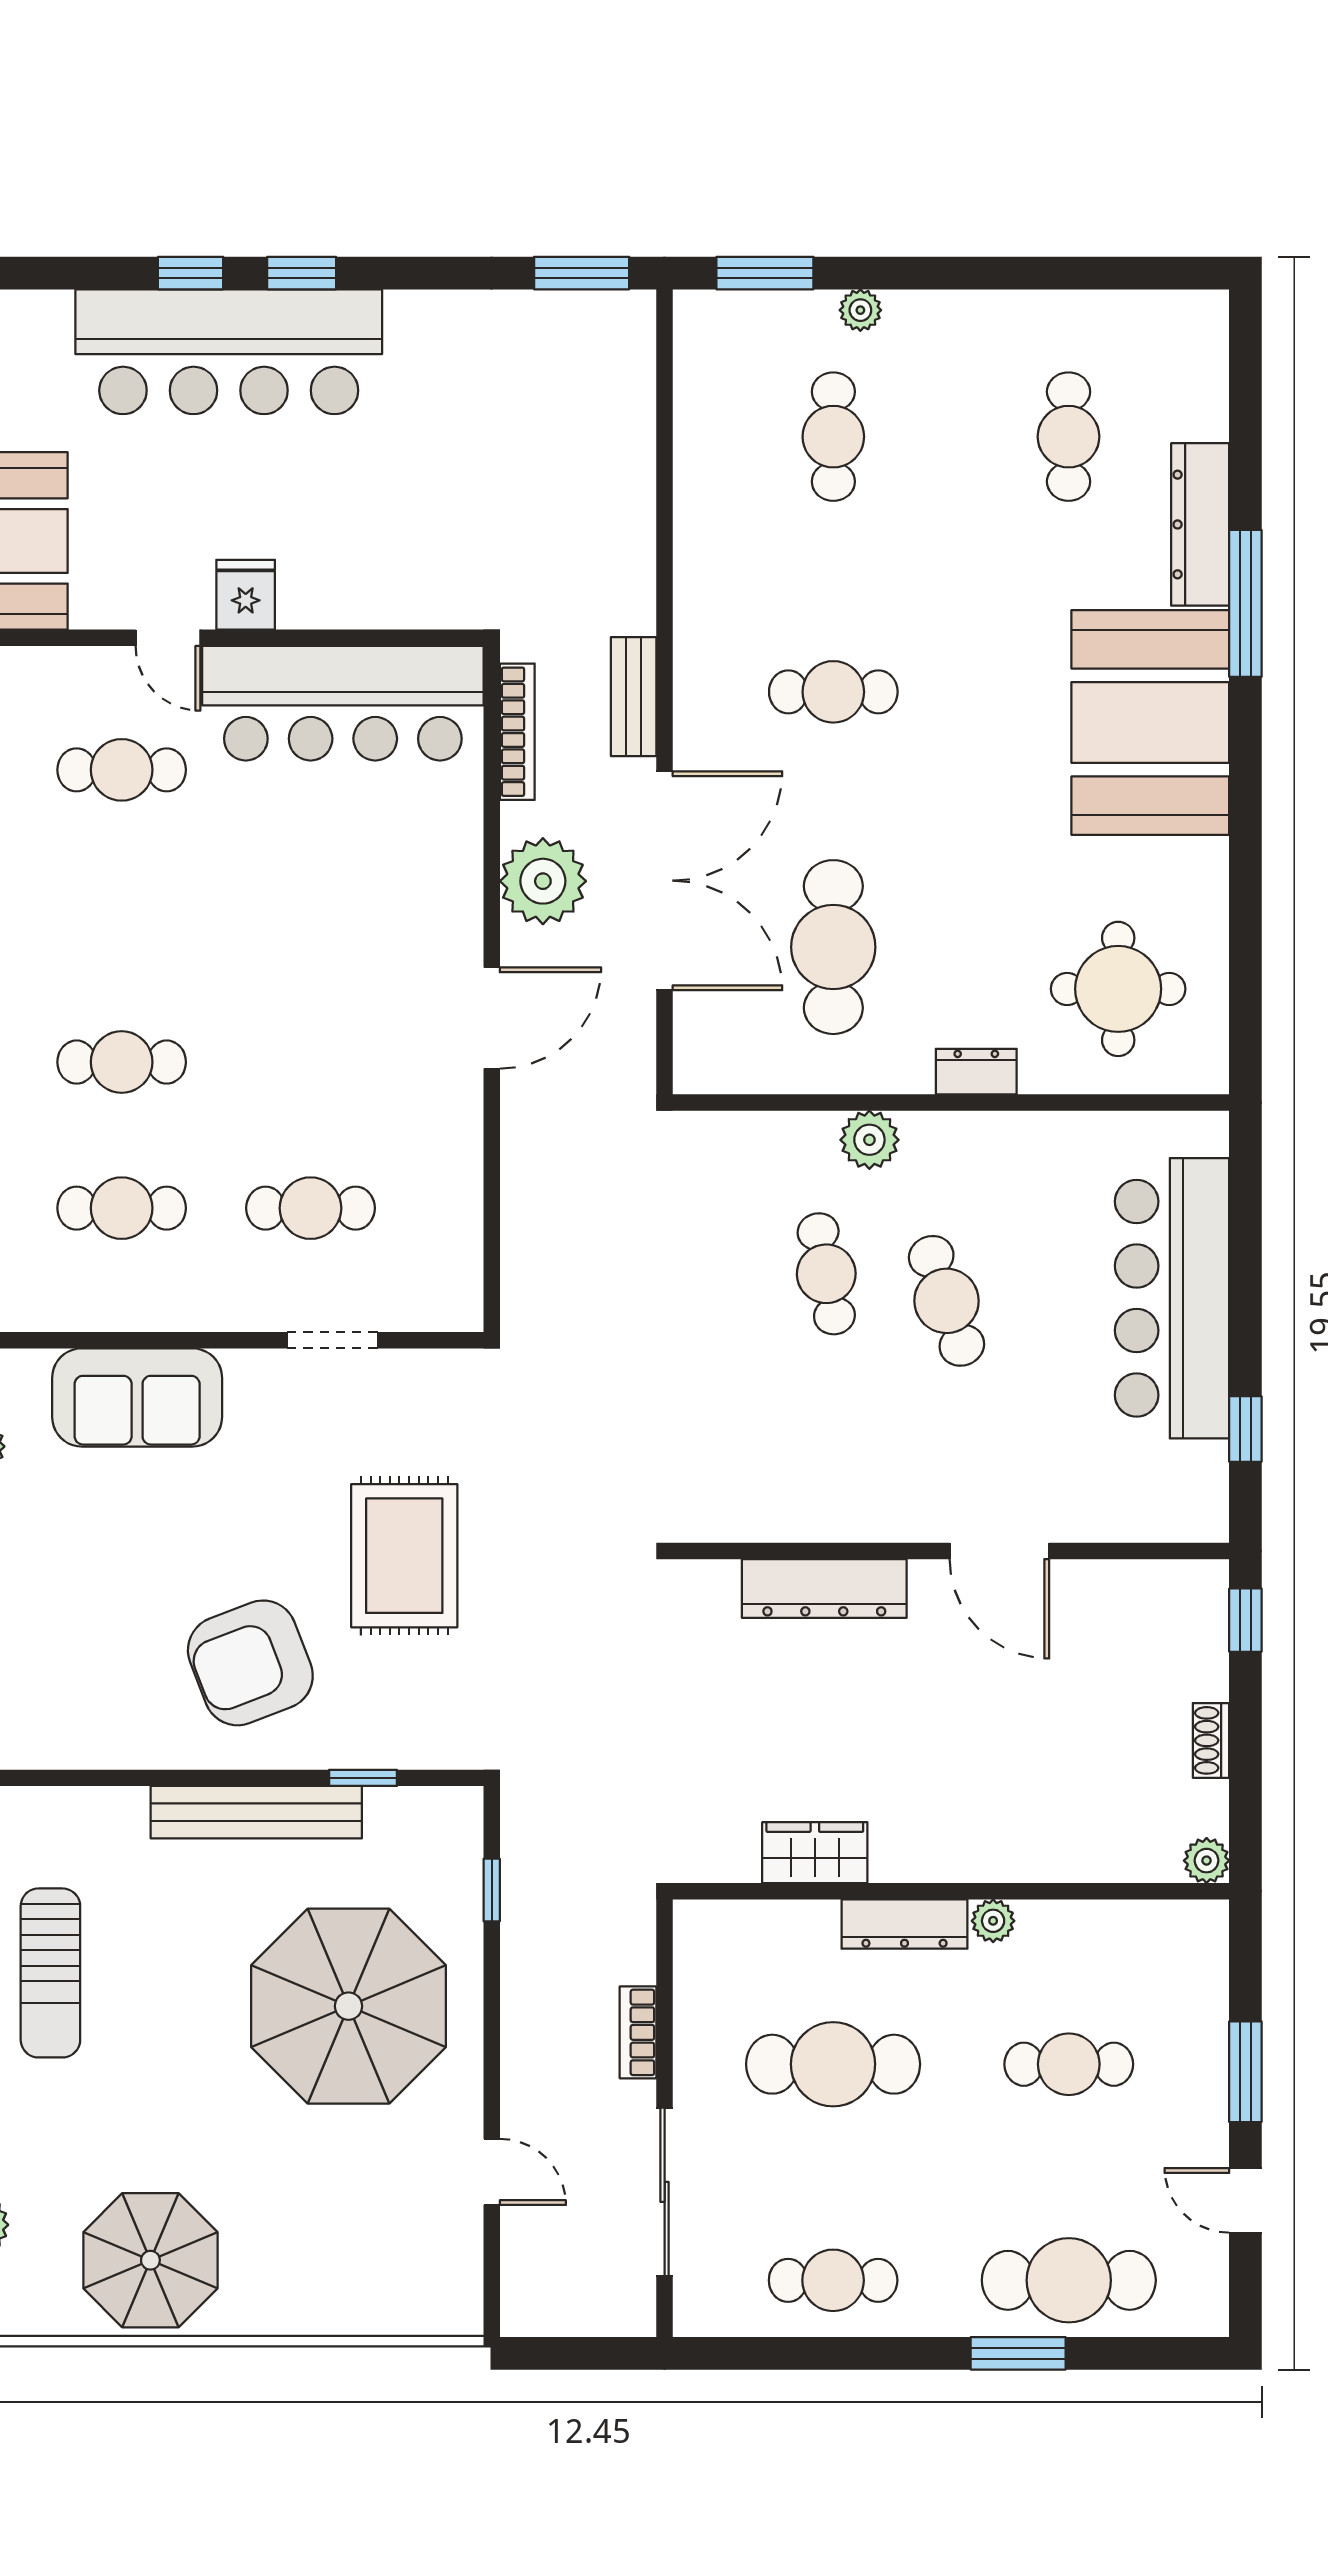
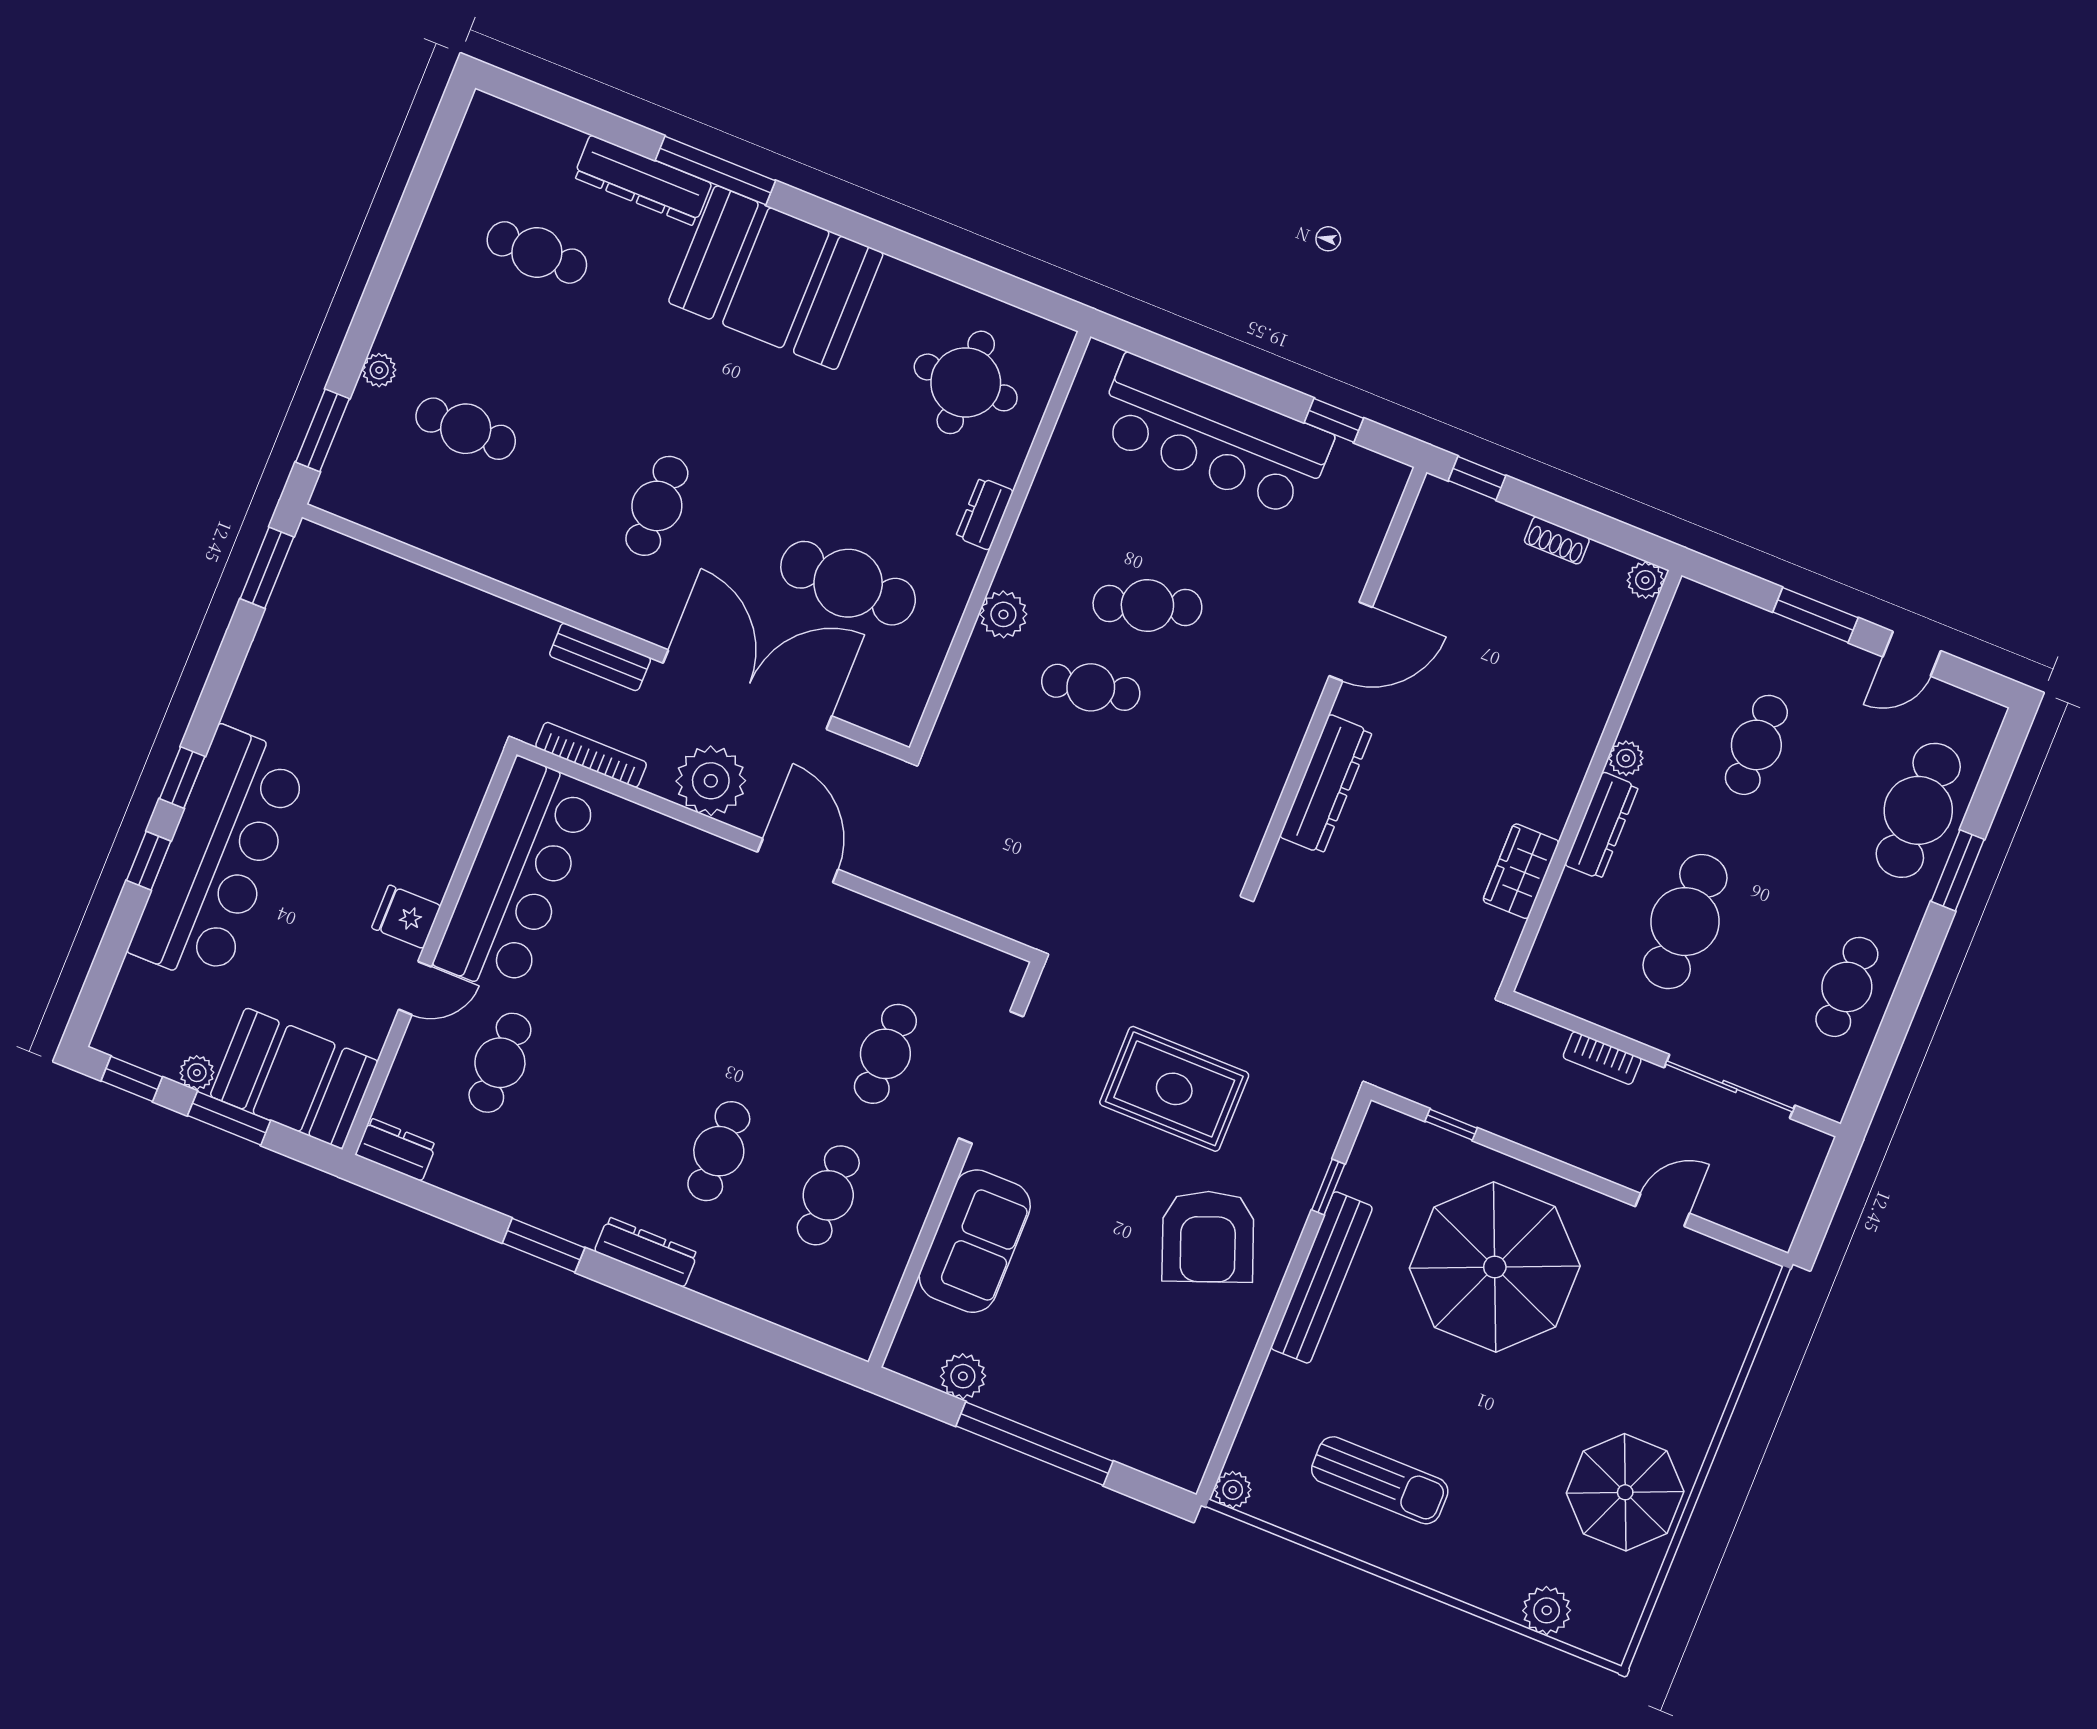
doorway: (333, 1340) -> (991, 1077), width x1.87

